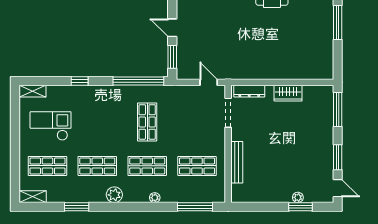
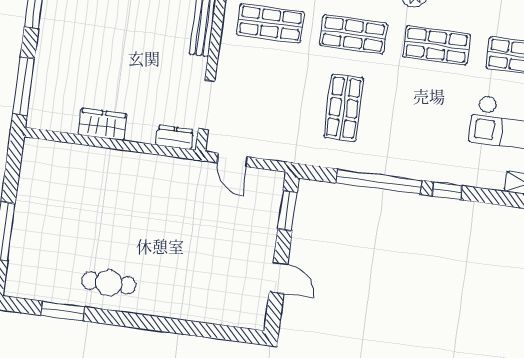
door: (172, 28) -> (279, 278), moved
window: (138, 81) -> (379, 182), moved
dresser: (249, 91) -> (175, 137), width x0.70

